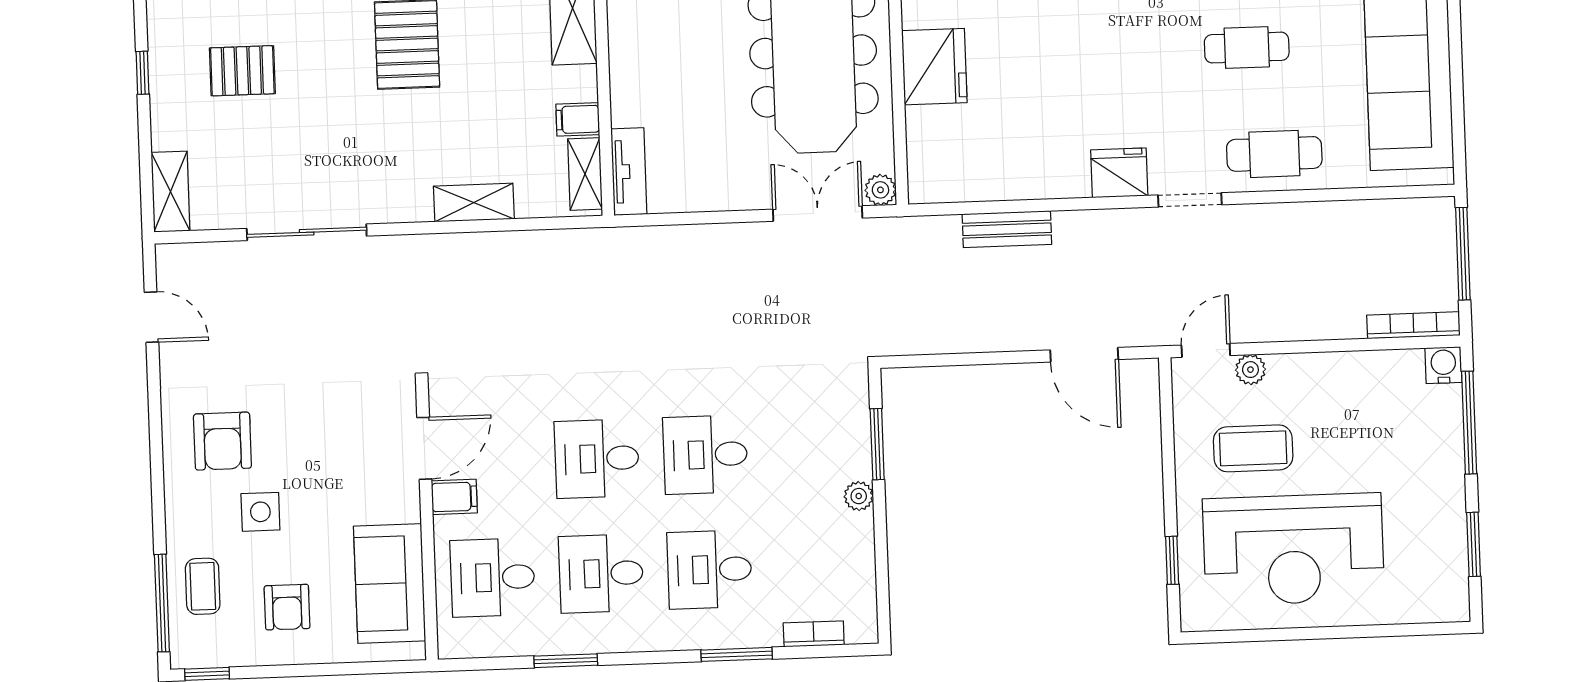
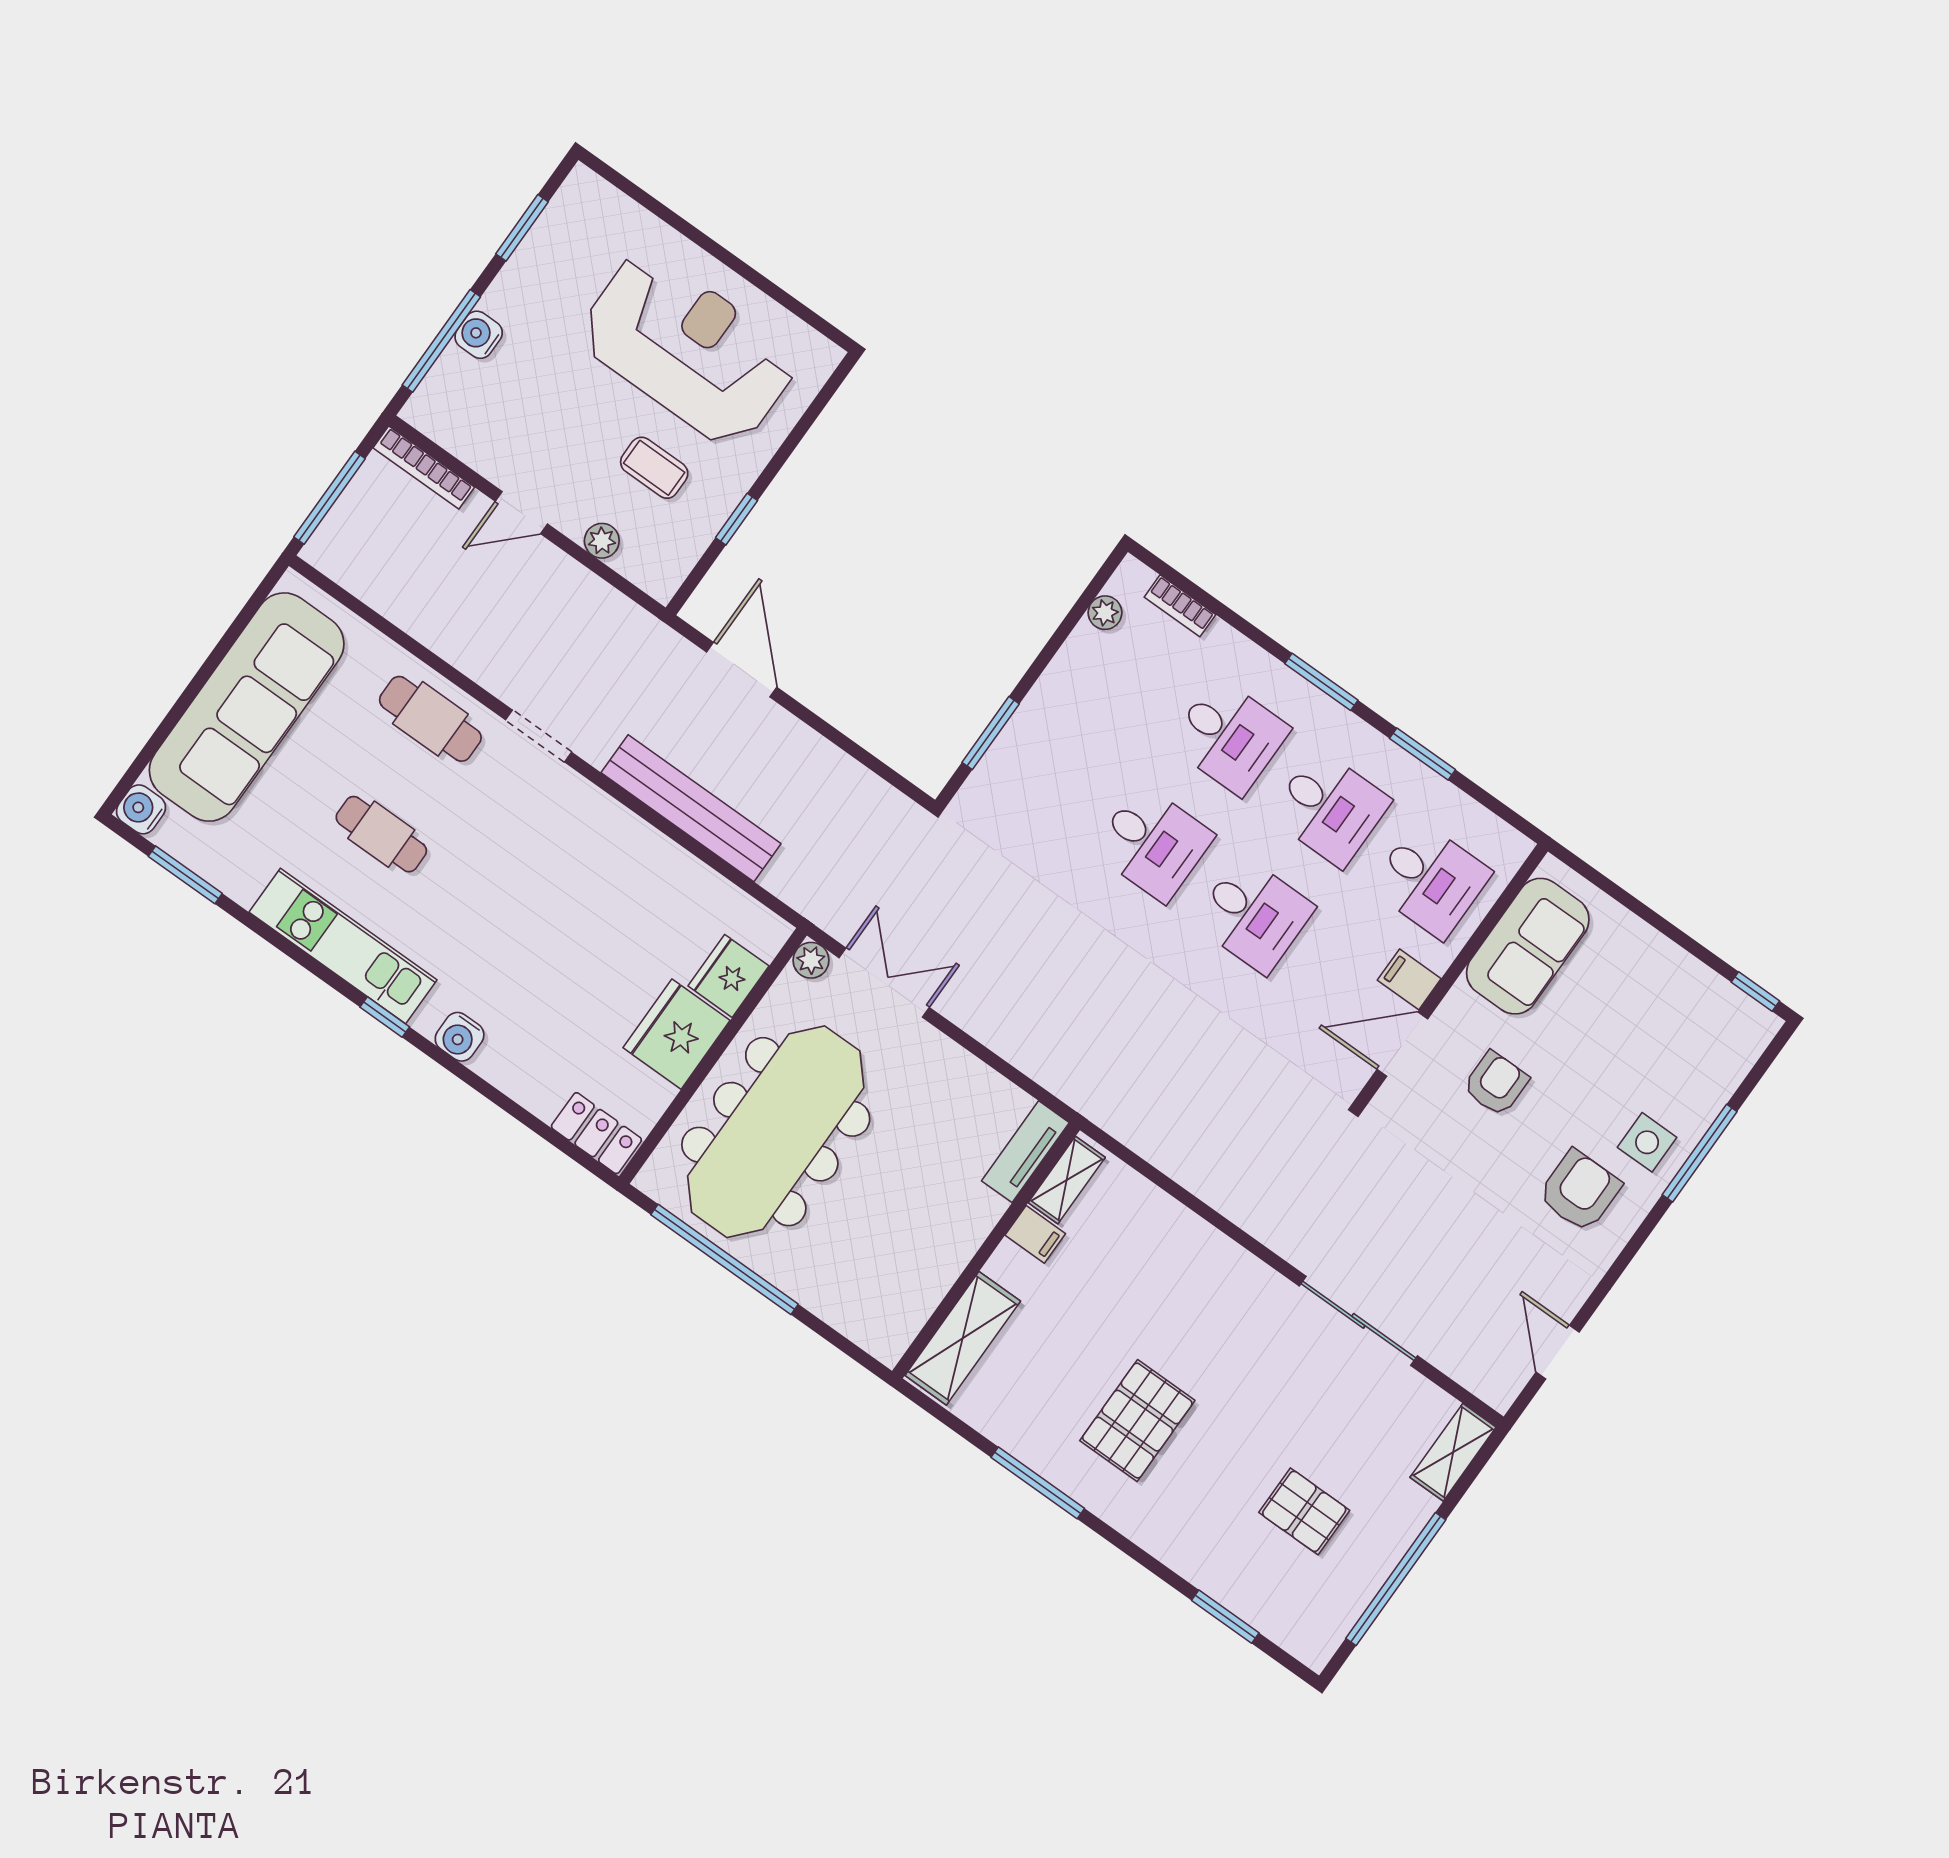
window: (142, 73) -> (1396, 1579), width x3.17
fridge: (1119, 173) -> (728, 976), moved, turned 90
shelving: (474, 203) -> (1187, 1231), removed
double door: (818, 214) -> (884, 983), swing flipped
bench: (1007, 229) -> (691, 808), width x1.86, depth x1.21
door: (1206, 350) -> (521, 513), moved
water cooler: (1443, 365) -> (479, 335), moved, turned 90
coffee table: (1253, 448) -> (654, 468), width x0.73, depth x0.77
plant: (859, 496) -> (1105, 613), moved
side table: (260, 512) -> (1647, 1142), moved
window: (1172, 560) -> (737, 519), moved
coffee table: (203, 586) -> (1698, 1074), removed
window: (162, 603) -> (1700, 1153), moved
armchair: (287, 607) -> (1496, 1084), moved
window: (737, 654) -> (1321, 682), moved

